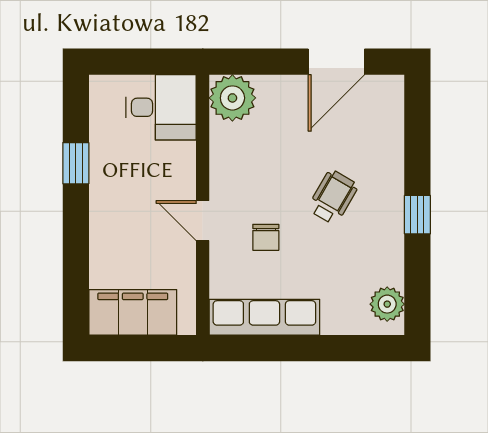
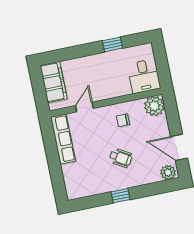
door: (203, 221) -> (84, 107), moved
chair: (266, 237) -> (123, 120), moved
plant: (387, 304) -> (168, 172), moved

